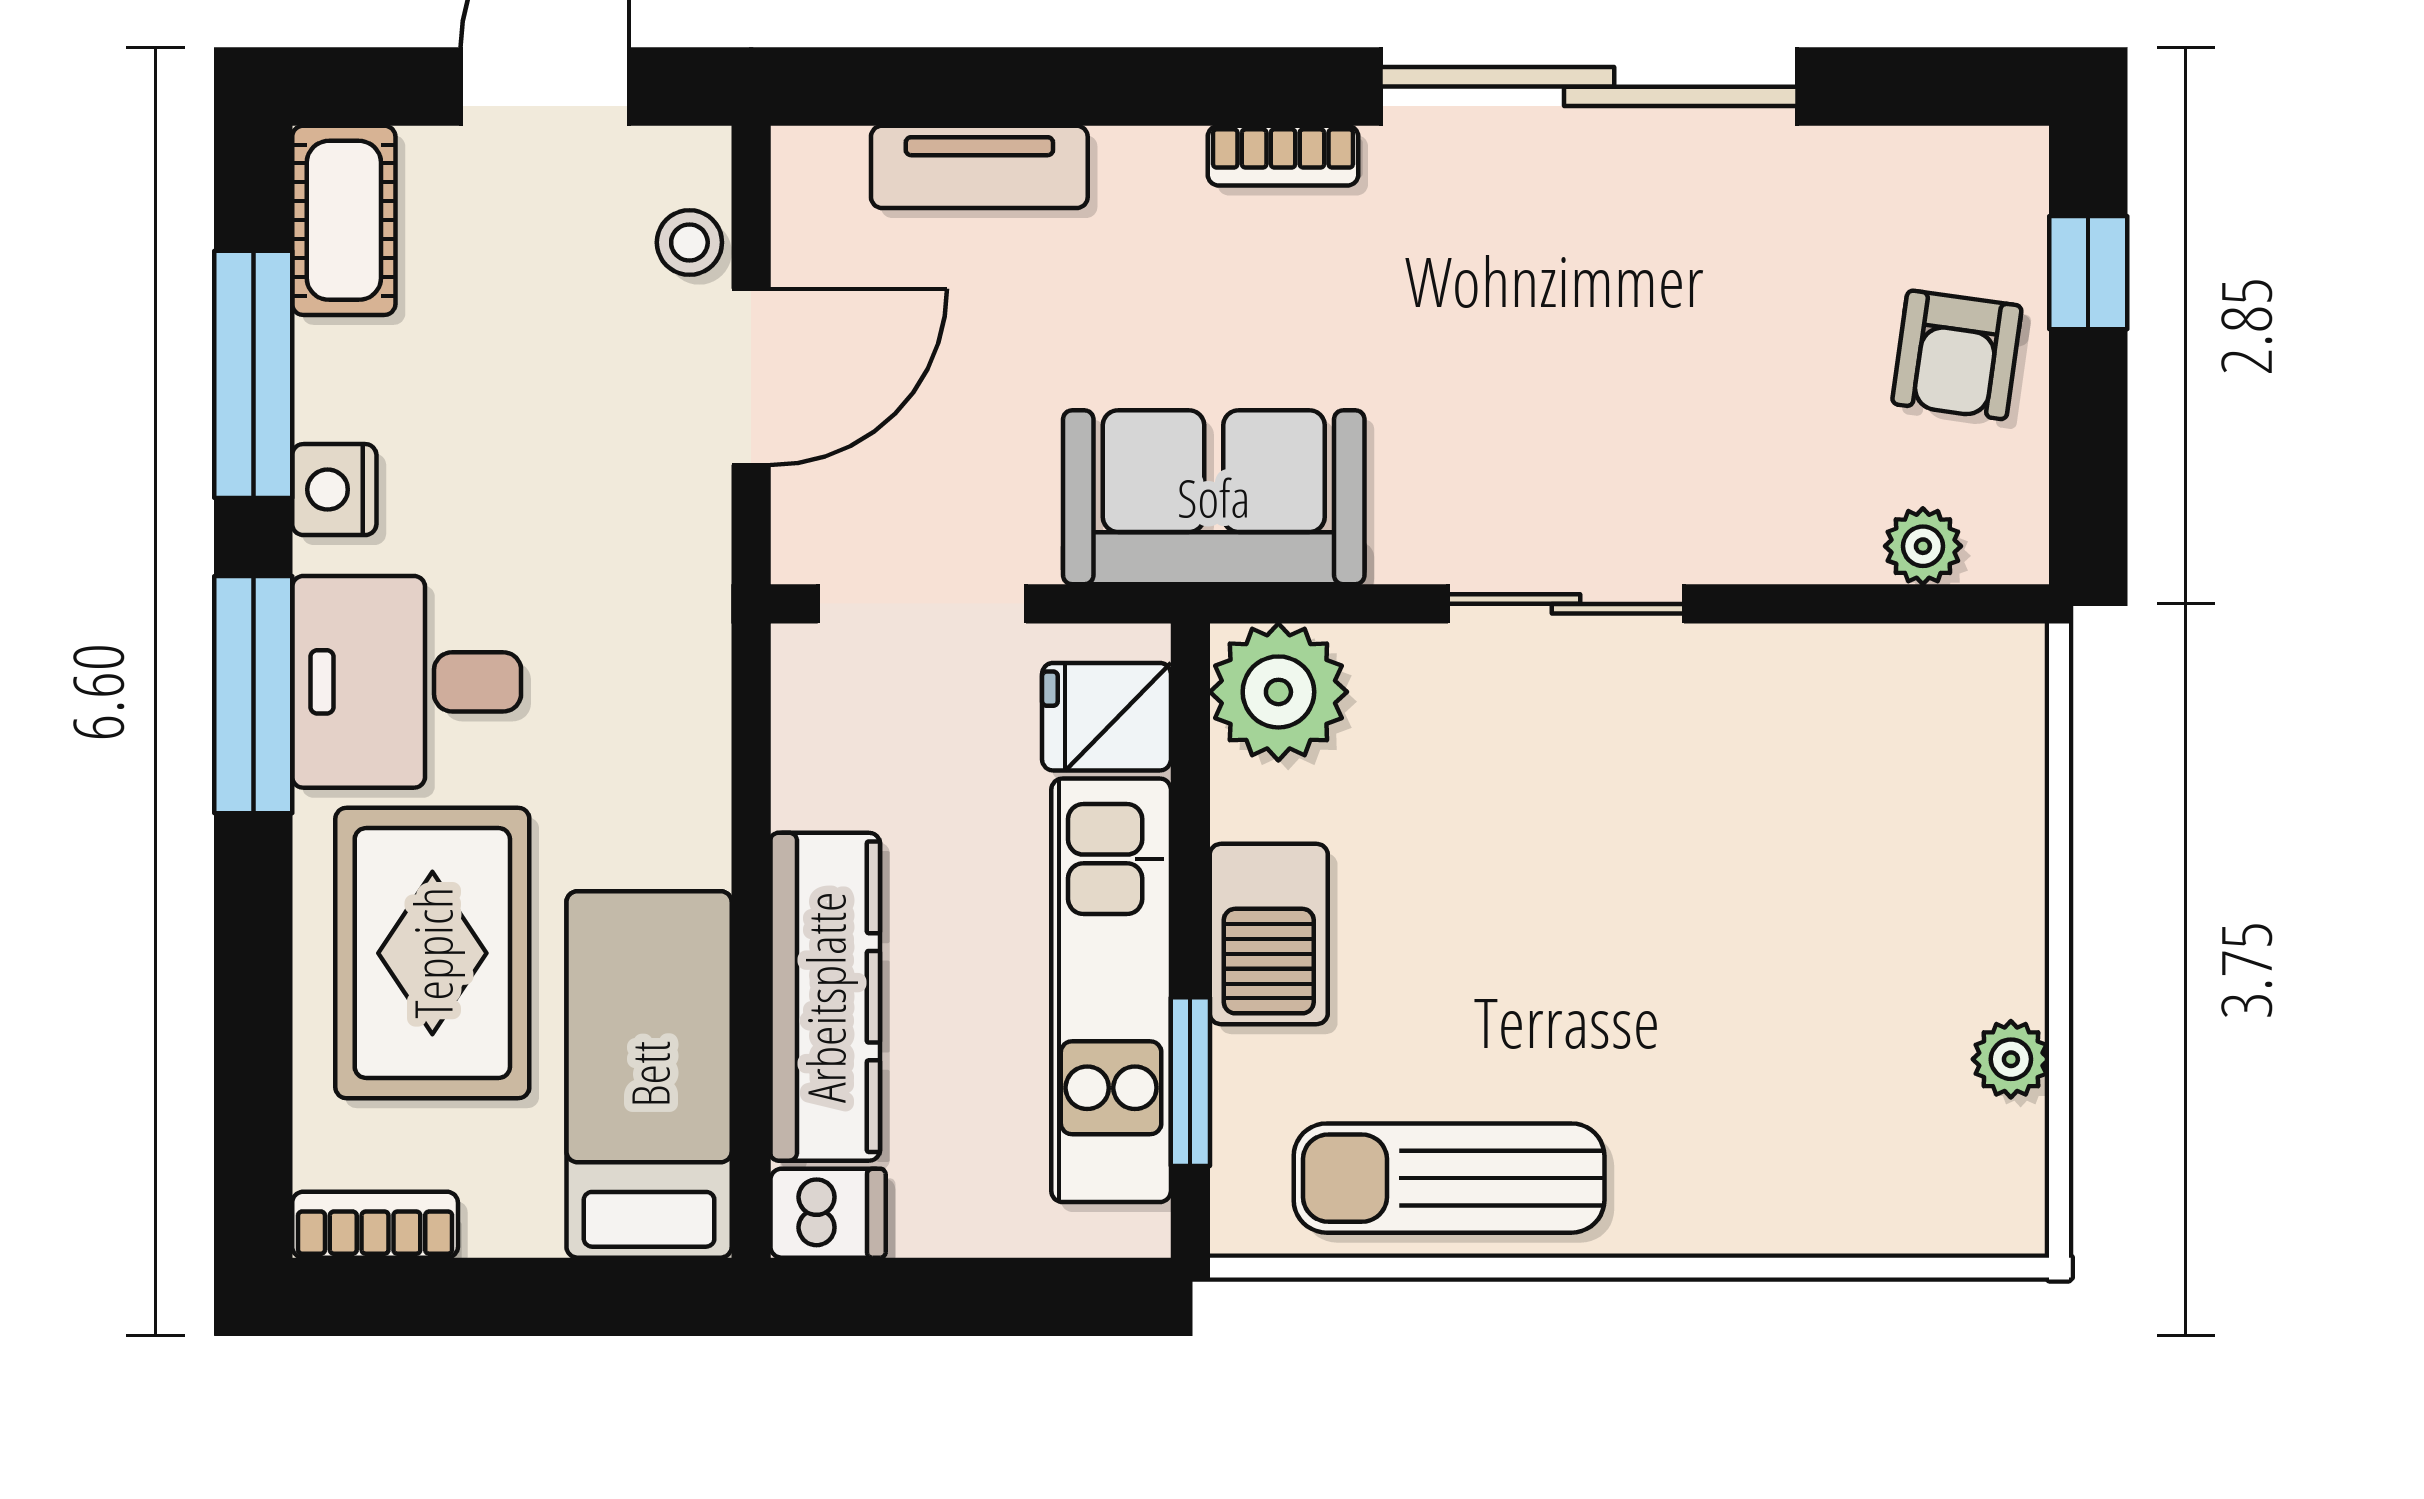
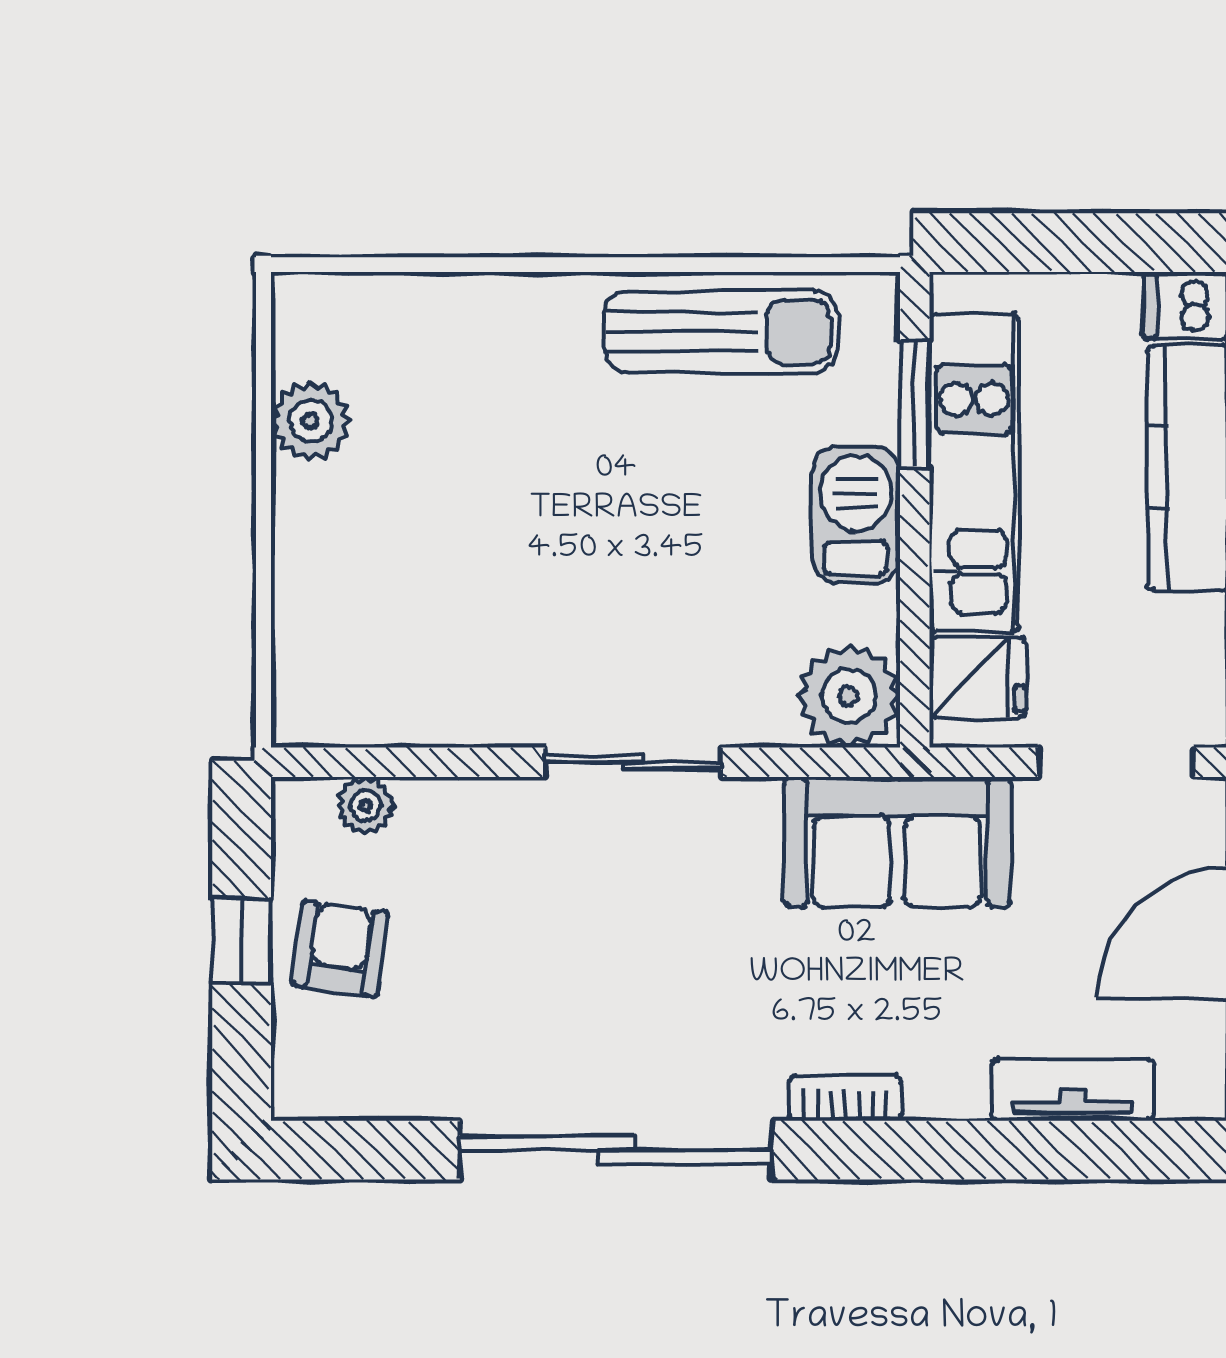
window: (2088, 273) -> (242, 941), moved
plant: (2011, 1059) -> (310, 421), width x1.38, depth x1.38

